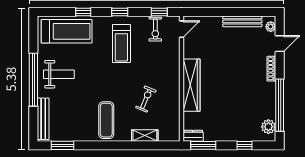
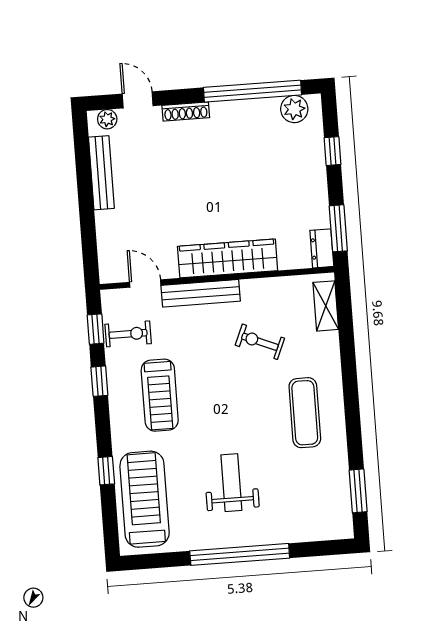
window: (120, 12) -> (99, 381), moved
door: (181, 29) -> (145, 284), moved
treadmill: (121, 44) -> (160, 395), turned 90
weight bench: (59, 74) -> (231, 483), moved
bench: (43, 119) -> (201, 293), moved
exercise mat: (106, 120) -> (305, 413), turned 90
shelving: (145, 136) -> (326, 306), moved

